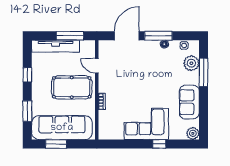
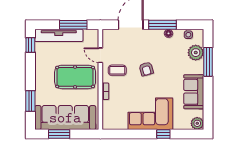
window: (27, 75) -> (30, 45), moved
armchair: (142, 79) -> (146, 69), added
coffee table: (114, 81) -> (117, 70), added

